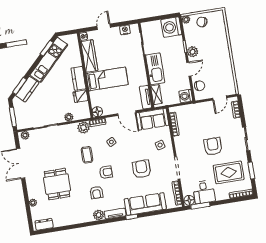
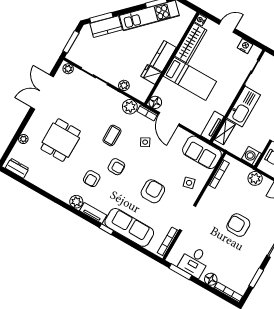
plant: (199, 108) -> (255, 178), added
door: (127, 113) -> (169, 119), moved
armchair: (213, 146) -> (238, 225), turned -90
rug: (229, 172) -> (233, 262), removed
floor lamp: (189, 200) -> (211, 279), moved

